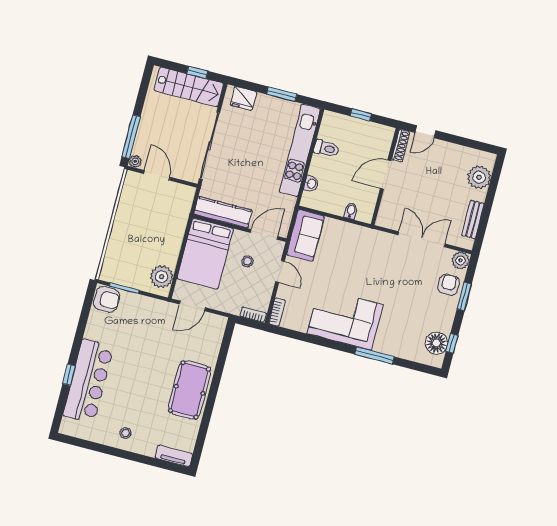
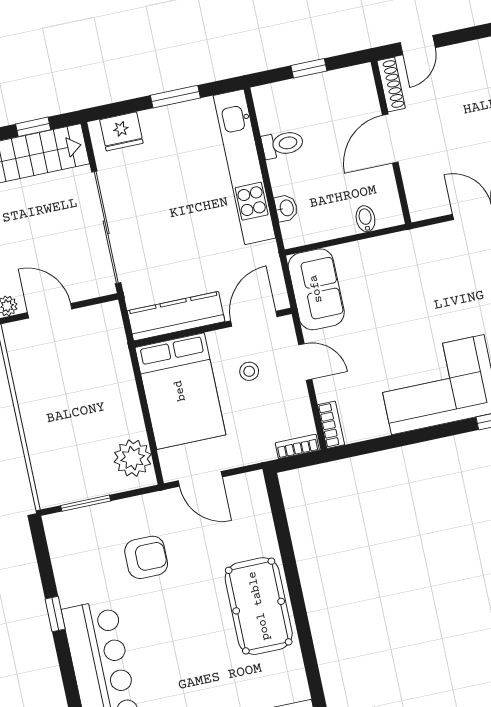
armchair: (107, 299) -> (146, 557), moved
door: (192, 306) -> (200, 479), hinge flipped
window: (69, 375) -> (55, 614), moved

